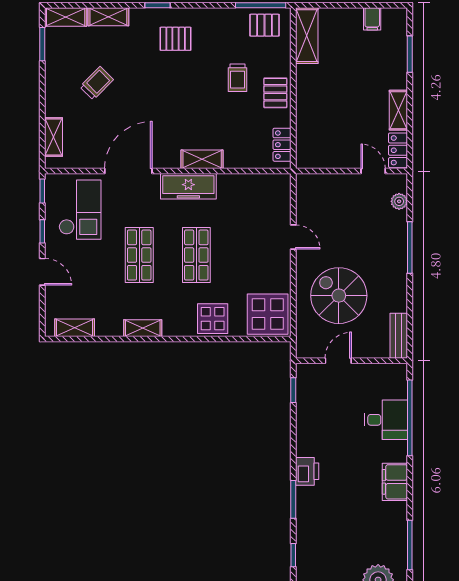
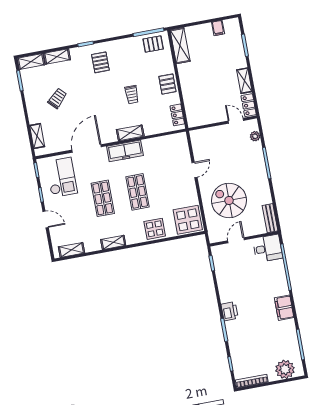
pallet: (176, 39) -> (100, 62), turned 90
trolley: (237, 78) -> (132, 95), moved
door: (293, 237) -> (195, 170), hinge flipped
desk: (386, 420) -> (268, 248), moved

